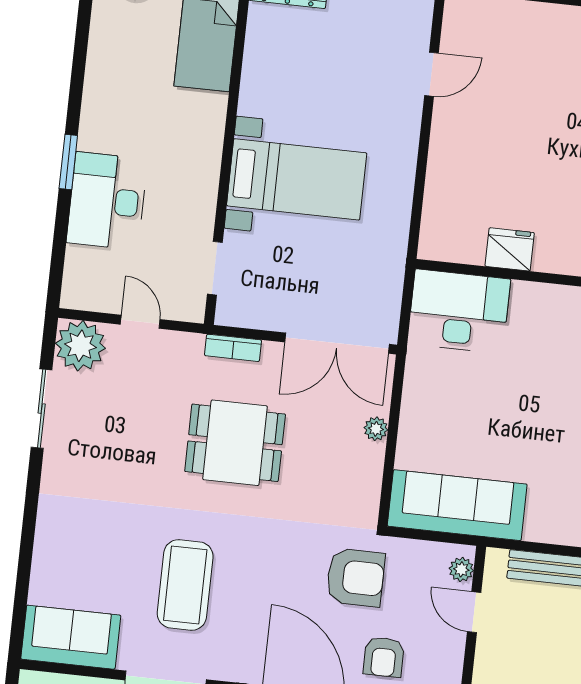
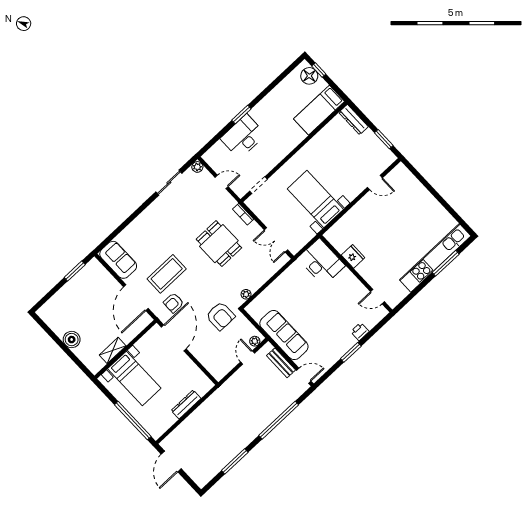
bed with nightstands: (297, 179) -> (315, 199), moved, turned 180
door: (140, 322) -> (222, 182), hinge flipped
double door: (337, 343) -> (276, 240), width x0.73
plant: (80, 346) -> (197, 167), width x0.53, depth x0.53
plant: (376, 429) -> (246, 294), moved
sofa: (457, 505) -> (284, 335), moved
armchair: (384, 657) -> (174, 303), moved

